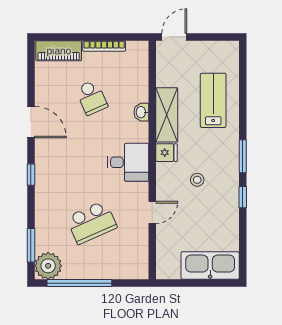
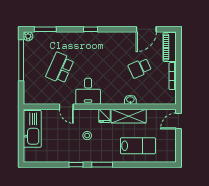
door: (174, 37) -> (178, 121), swing flipped
door: (31, 122) -> (146, 29), moved
desk: (128, 162) -> (88, 91), moved
school desk: (92, 222) -> (60, 68), turned 48
plant: (48, 266) -> (28, 36), width x0.53, depth x0.53
kitchen sink: (210, 266) -> (32, 129), moved

